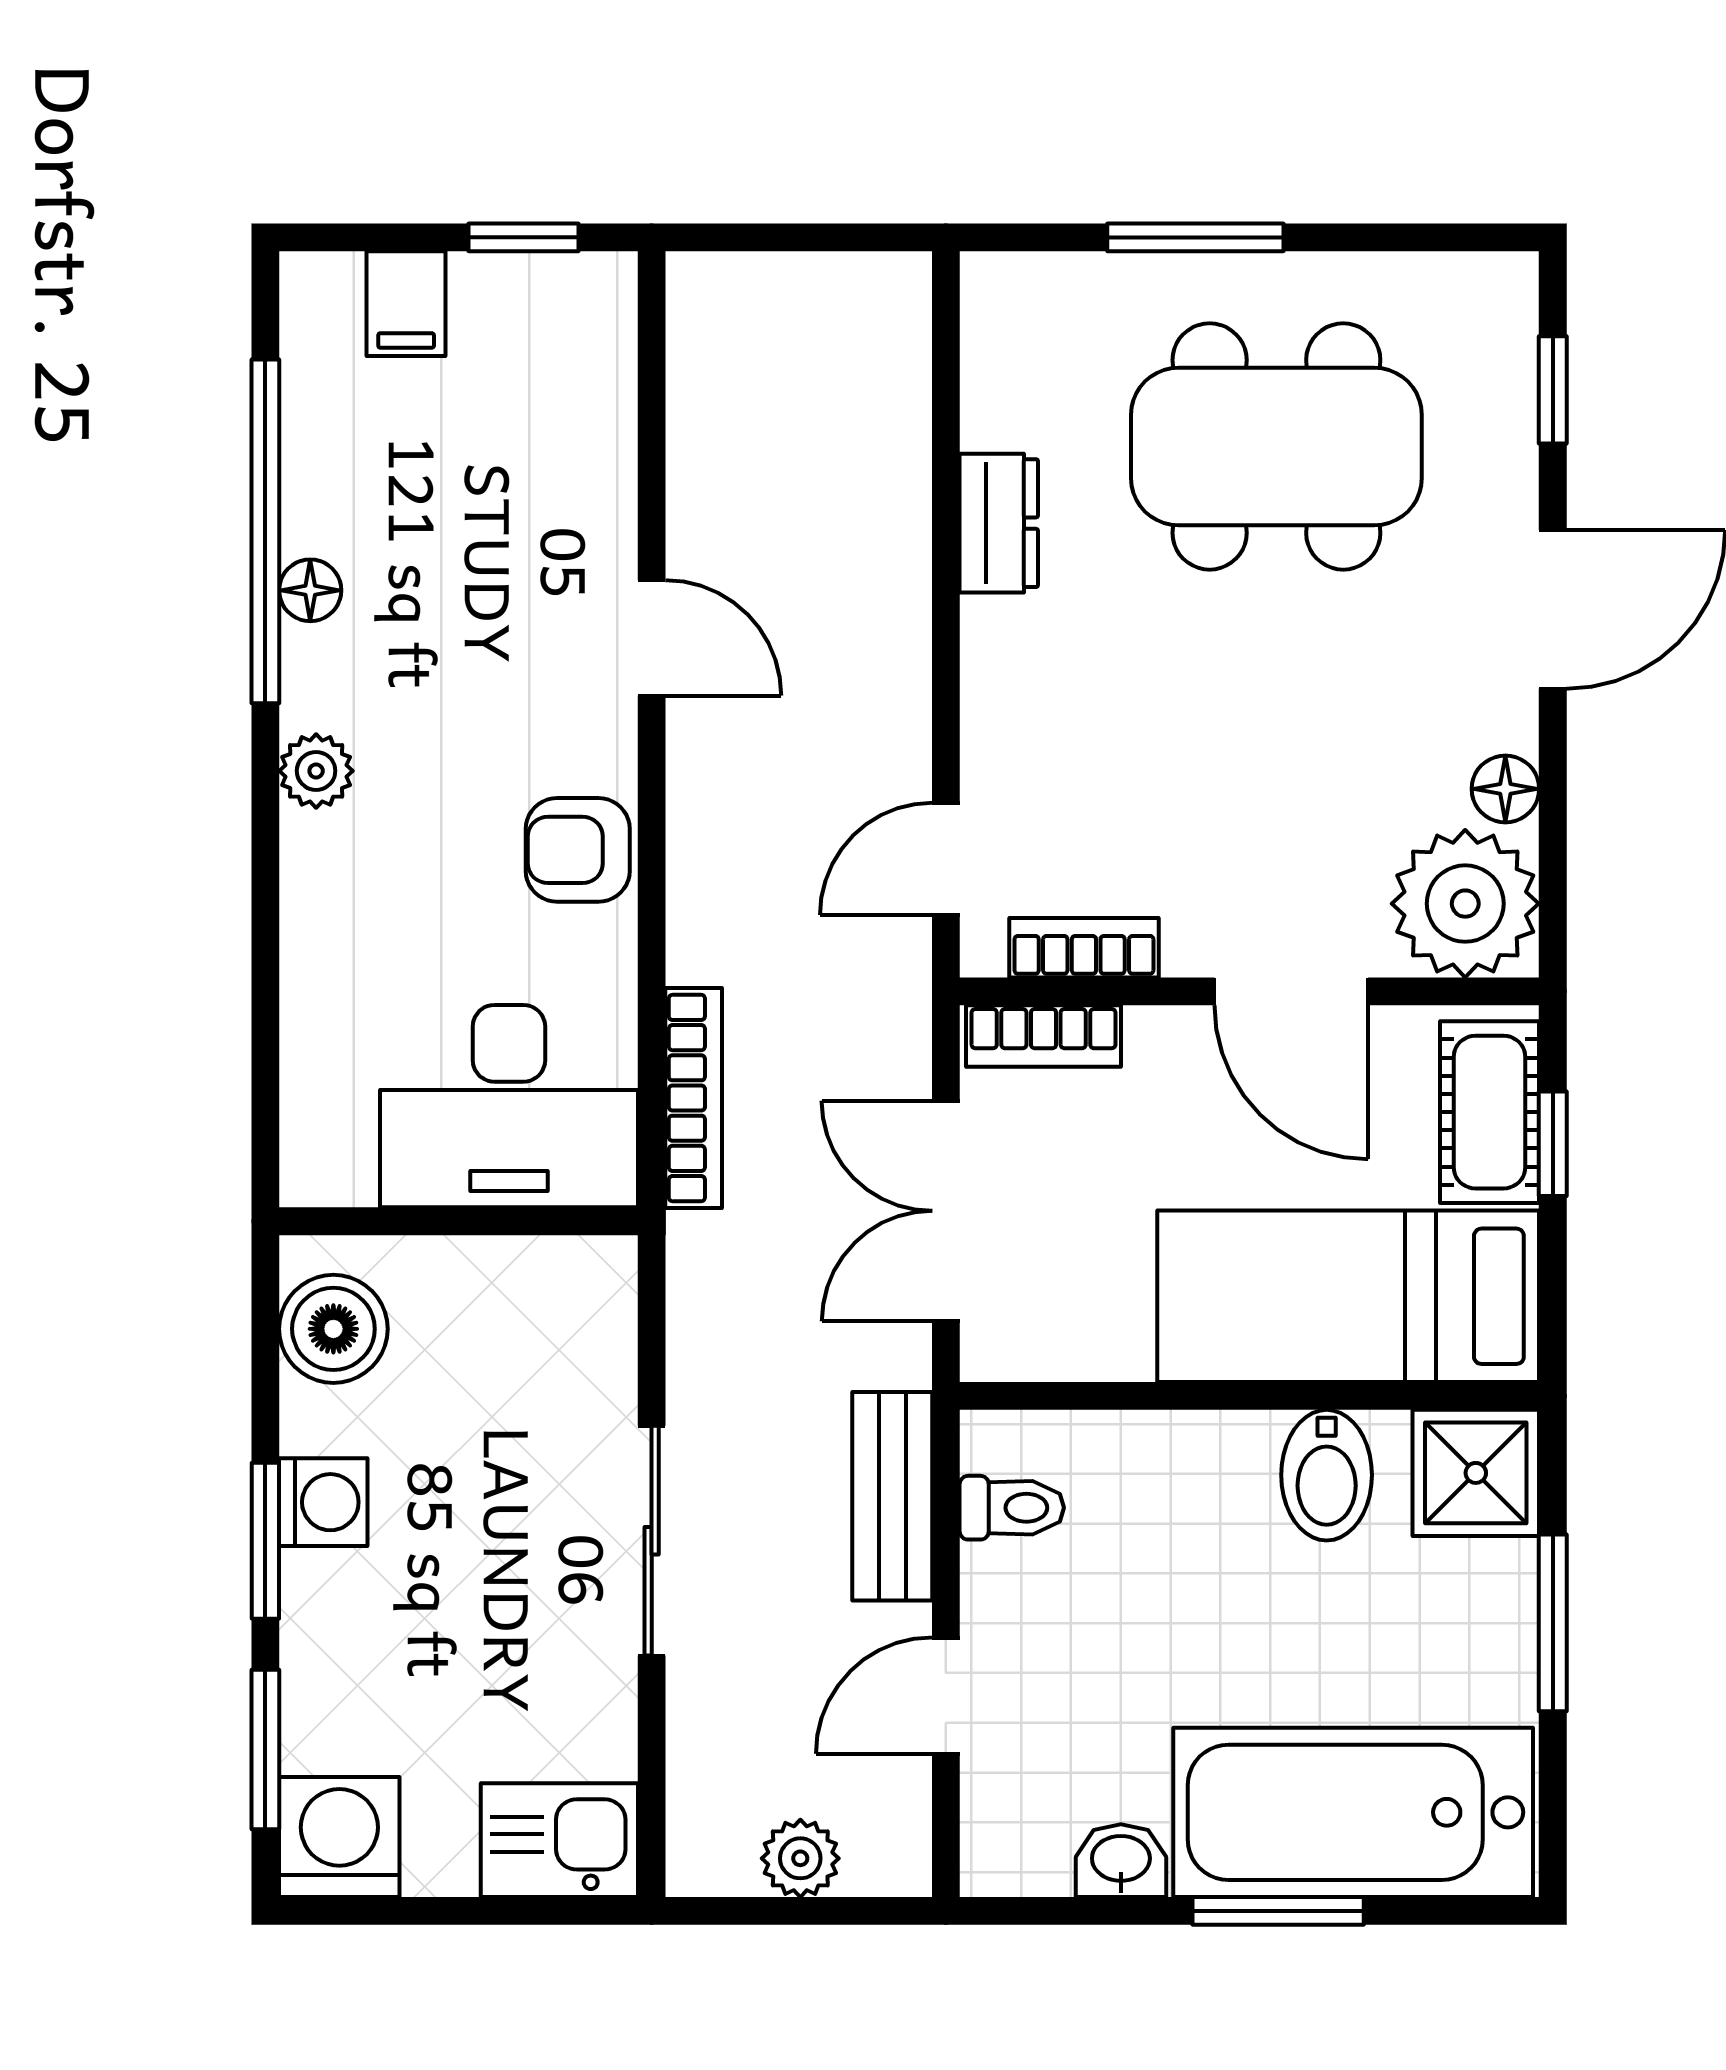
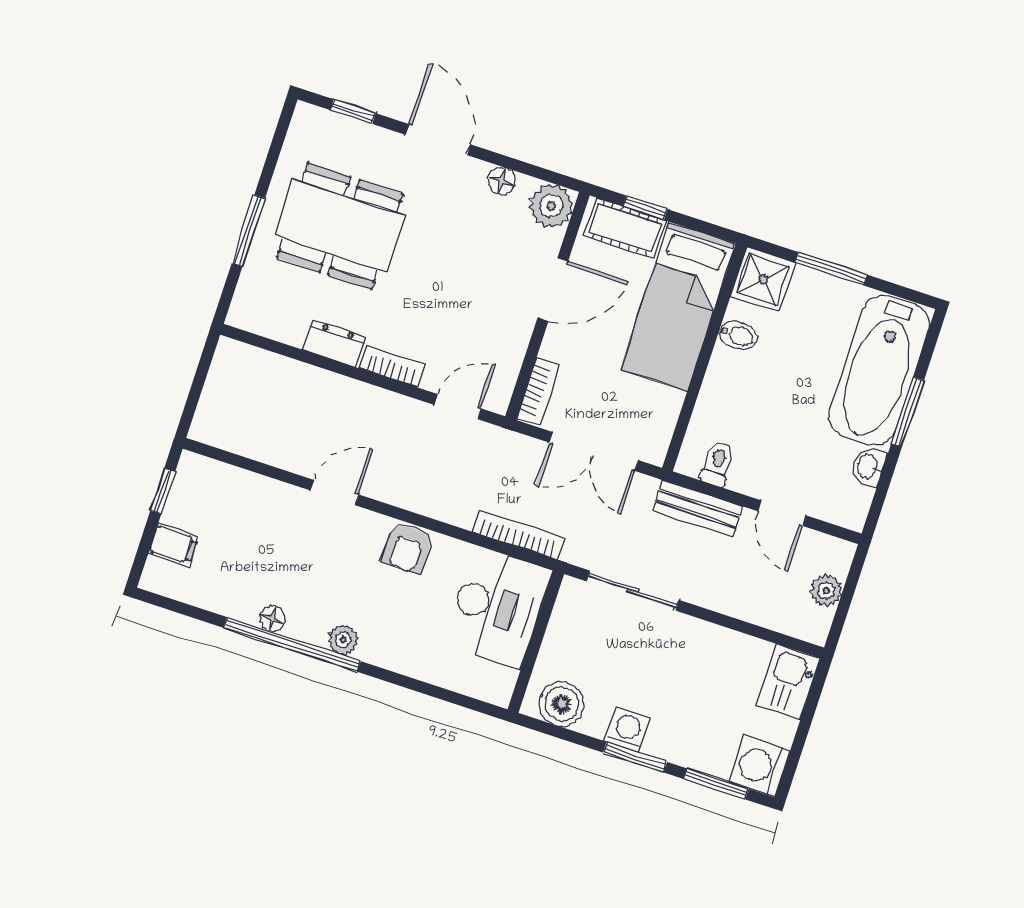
dining table: (1276, 446) -> (340, 226), turned 90
window: (265, 531) -> (292, 644), moved
door: (946, 859) -> (458, 407), swing flipped
plant: (1465, 904) -> (551, 206), width x0.73, depth x0.73
bookcase: (1084, 948) -> (392, 366), moved, turned 90
bidet: (1327, 1475) -> (738, 335), width x0.72, depth x0.74
sliding door: (652, 1541) -> (633, 591), moved

